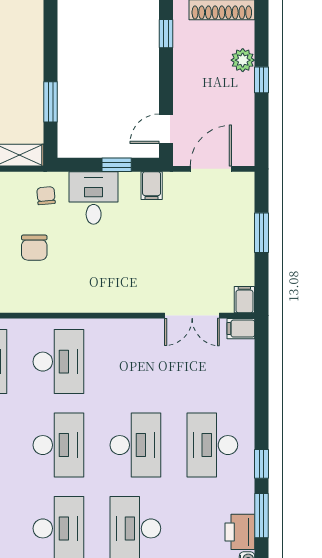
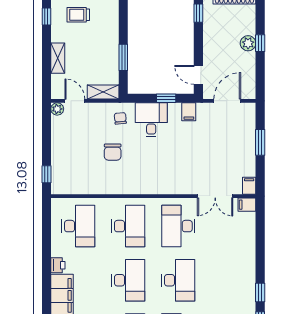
plant: (243, 60) -> (248, 43), moved
door: (166, 129) -> (198, 75), hinge flipped
desk: (212, 445) -> (178, 226), moved

